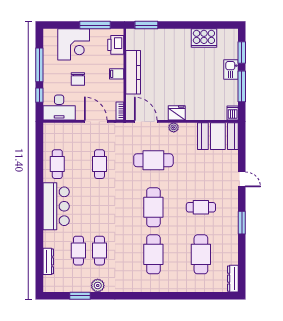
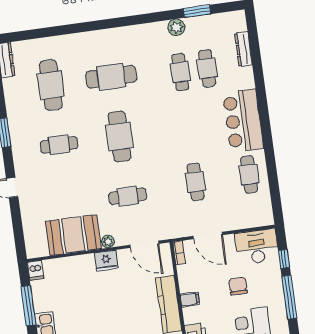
booth: (218, 136) -> (73, 235), moved
cafe table: (153, 160) -> (128, 196), width x0.73, depth x0.74
cafe table: (153, 254) -> (111, 77), turned 90

